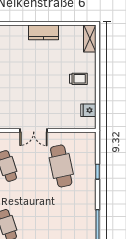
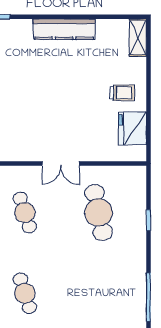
kitchen counter: (44, 32) -> (64, 29), width x1.50
fridge: (88, 110) -> (132, 128), width x1.88, depth x1.34

